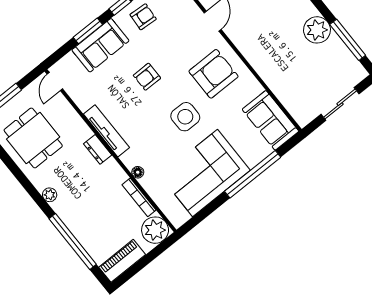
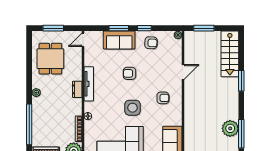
plant: (317, 30) -> (230, 128), moved
armchair: (214, 74) -> (163, 98), width x0.53, depth x0.53

